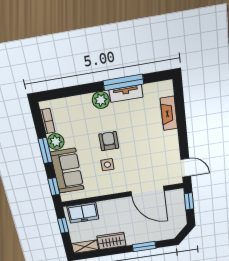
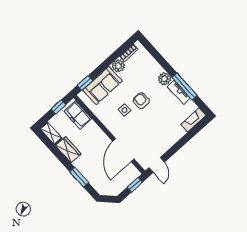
fireplace: (169, 113) -> (193, 120), moved
armchair: (109, 141) -> (141, 101), turned -90
window: (45, 151) -> (108, 62), removed

